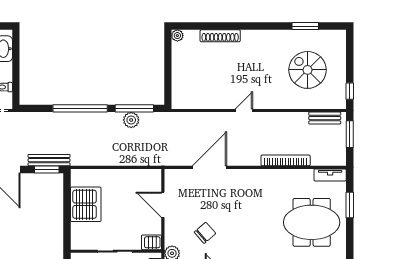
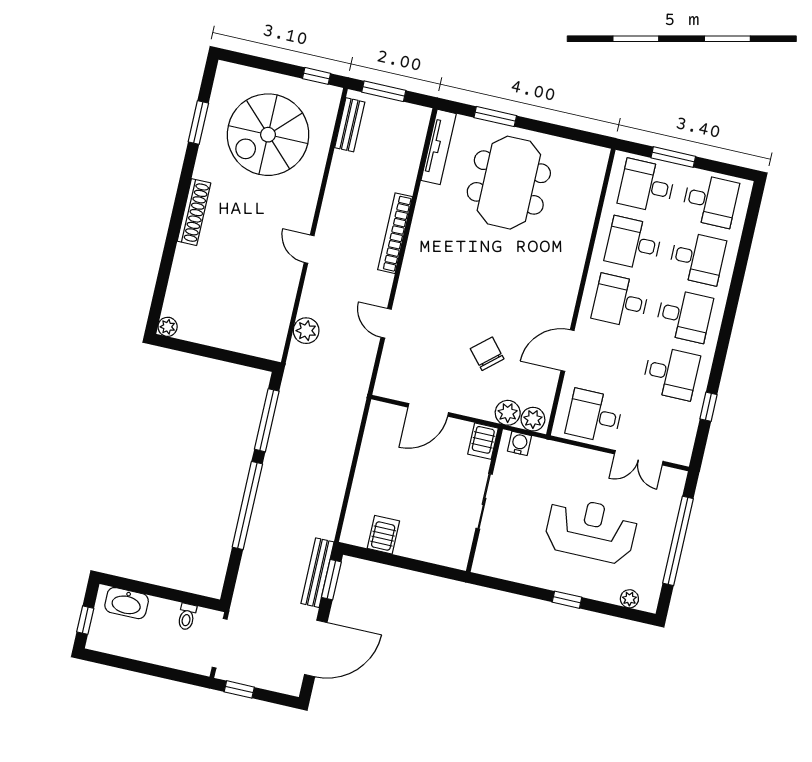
shoe rack: (220, 36) -> (194, 212), moved
spiral stairs: (307, 70) -> (268, 135), width x1.37, depth x1.37
plant: (131, 120) -> (306, 331), moved
bookcase: (286, 160) -> (395, 233), moved
door: (210, 167) -> (386, 323), width x0.53
tv unit: (330, 175) -> (439, 147), width x1.41
server rack: (86, 204) -> (383, 535), width x0.46, depth x0.70

